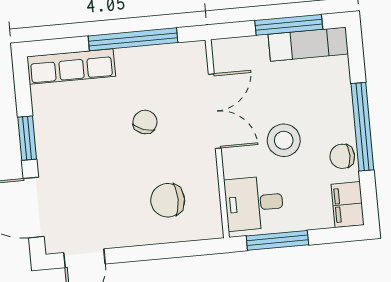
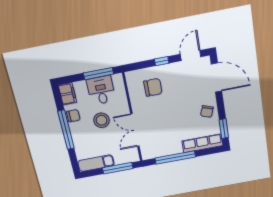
window: (289, 25) -> (118, 168), moved
chair: (145, 122) -> (207, 111), moved
window: (27, 138) -> (224, 129), moved
desk: (254, 203) -> (101, 90), moved, turned -90
window: (145, 253) -> (162, 61), added

